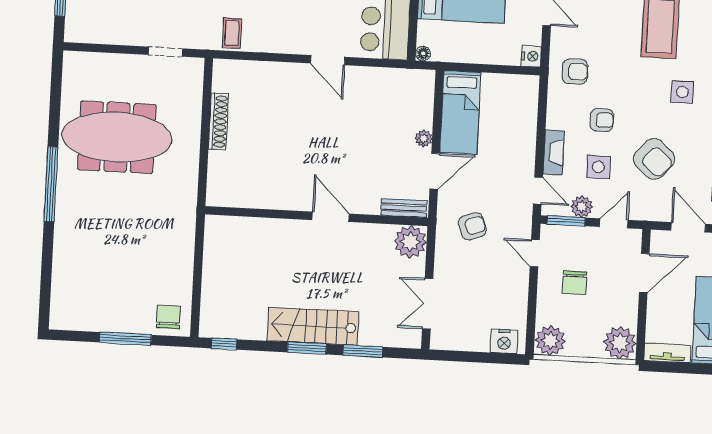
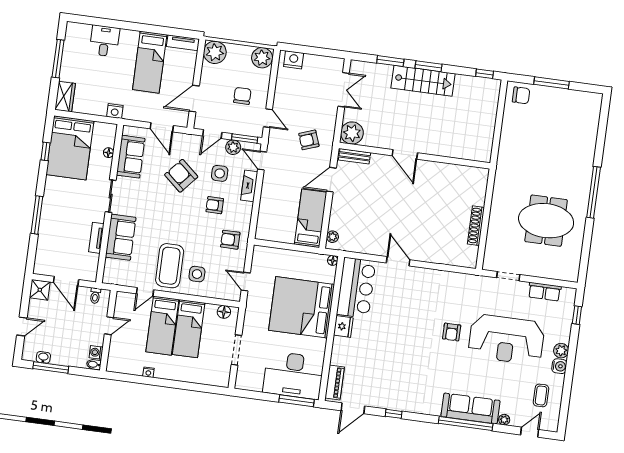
row of seats: (111, 33) -> (545, 292), added
coffee table: (232, 33) -> (462, 285), removed
nightstand: (531, 56) -> (259, 253), removed
side table: (682, 92) -> (197, 274), moved
meeting table: (117, 137) -> (546, 221), width x0.73
plant: (424, 139) -> (332, 237), moved
chair: (168, 317) -> (521, 95), turned -90

